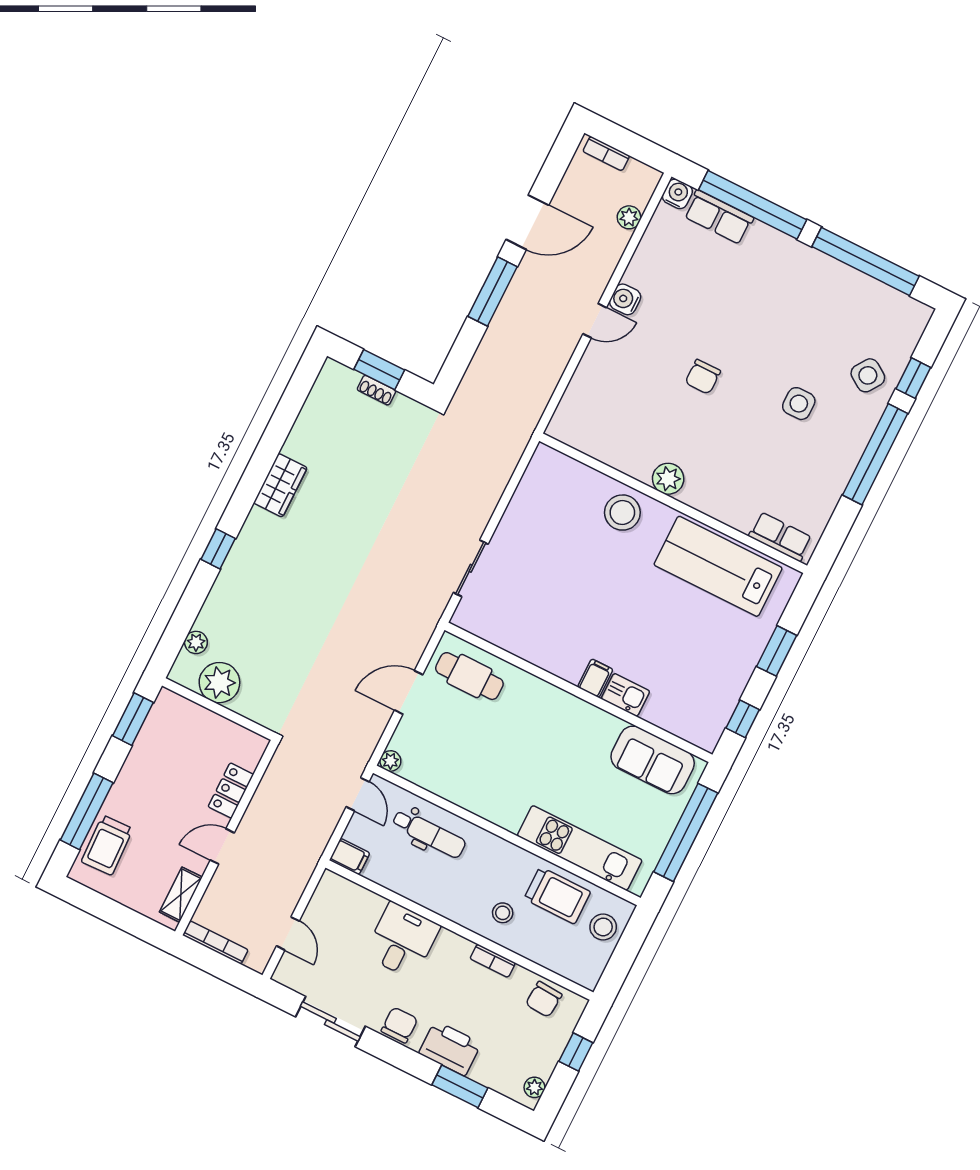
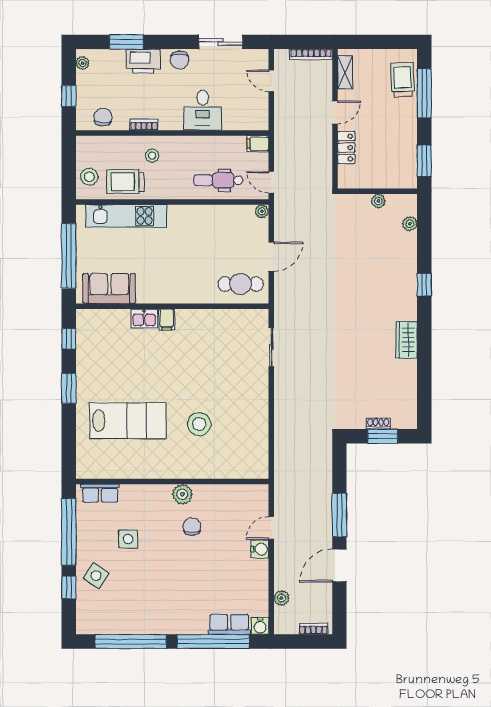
plant: (668, 479) -> (182, 494), moved
wall: (673, 503) -> (172, 481), moved
row of seats: (780, 537) -> (100, 493), moved
plant: (219, 683) -> (378, 201), width x0.53, depth x0.53

